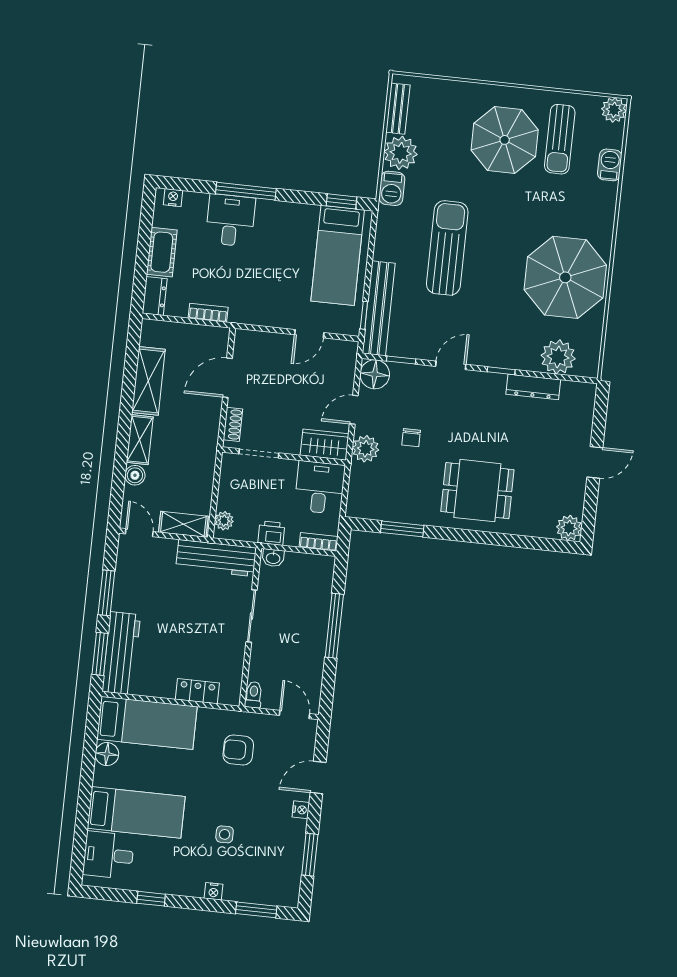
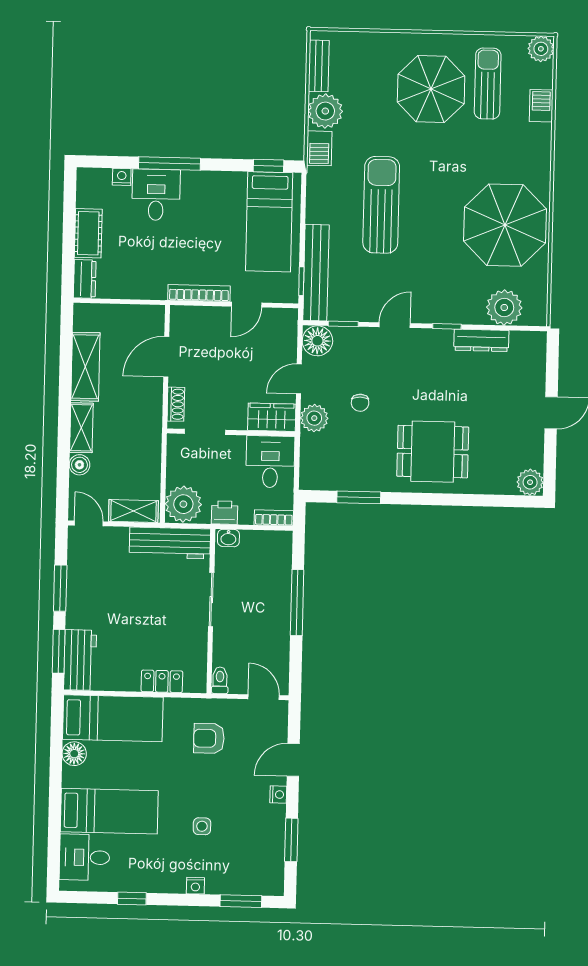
sun lounger: (560, 139) -> (488, 84), turned 180
nightstand: (173, 198) -> (122, 177), moved
bookcase: (208, 313) -> (199, 293), moved, width x1.56
plant: (224, 521) -> (183, 504), width x1.88, depth x1.88
workbench: (121, 653) -> (80, 660), width x0.73

